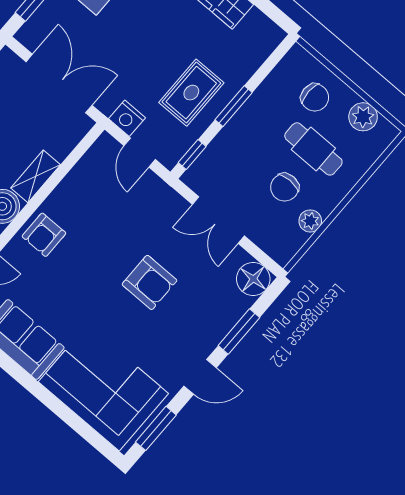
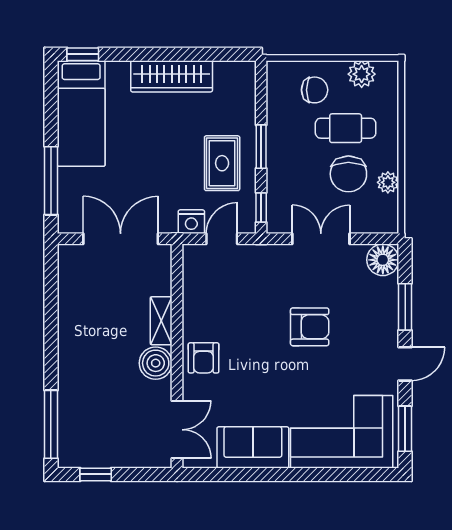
door: (140, 153) -> (222, 239), swing flipped
chair: (285, 187) -> (348, 174), width x1.37, depth x1.37
double door: (218, 220) -> (321, 239), swing flipped

